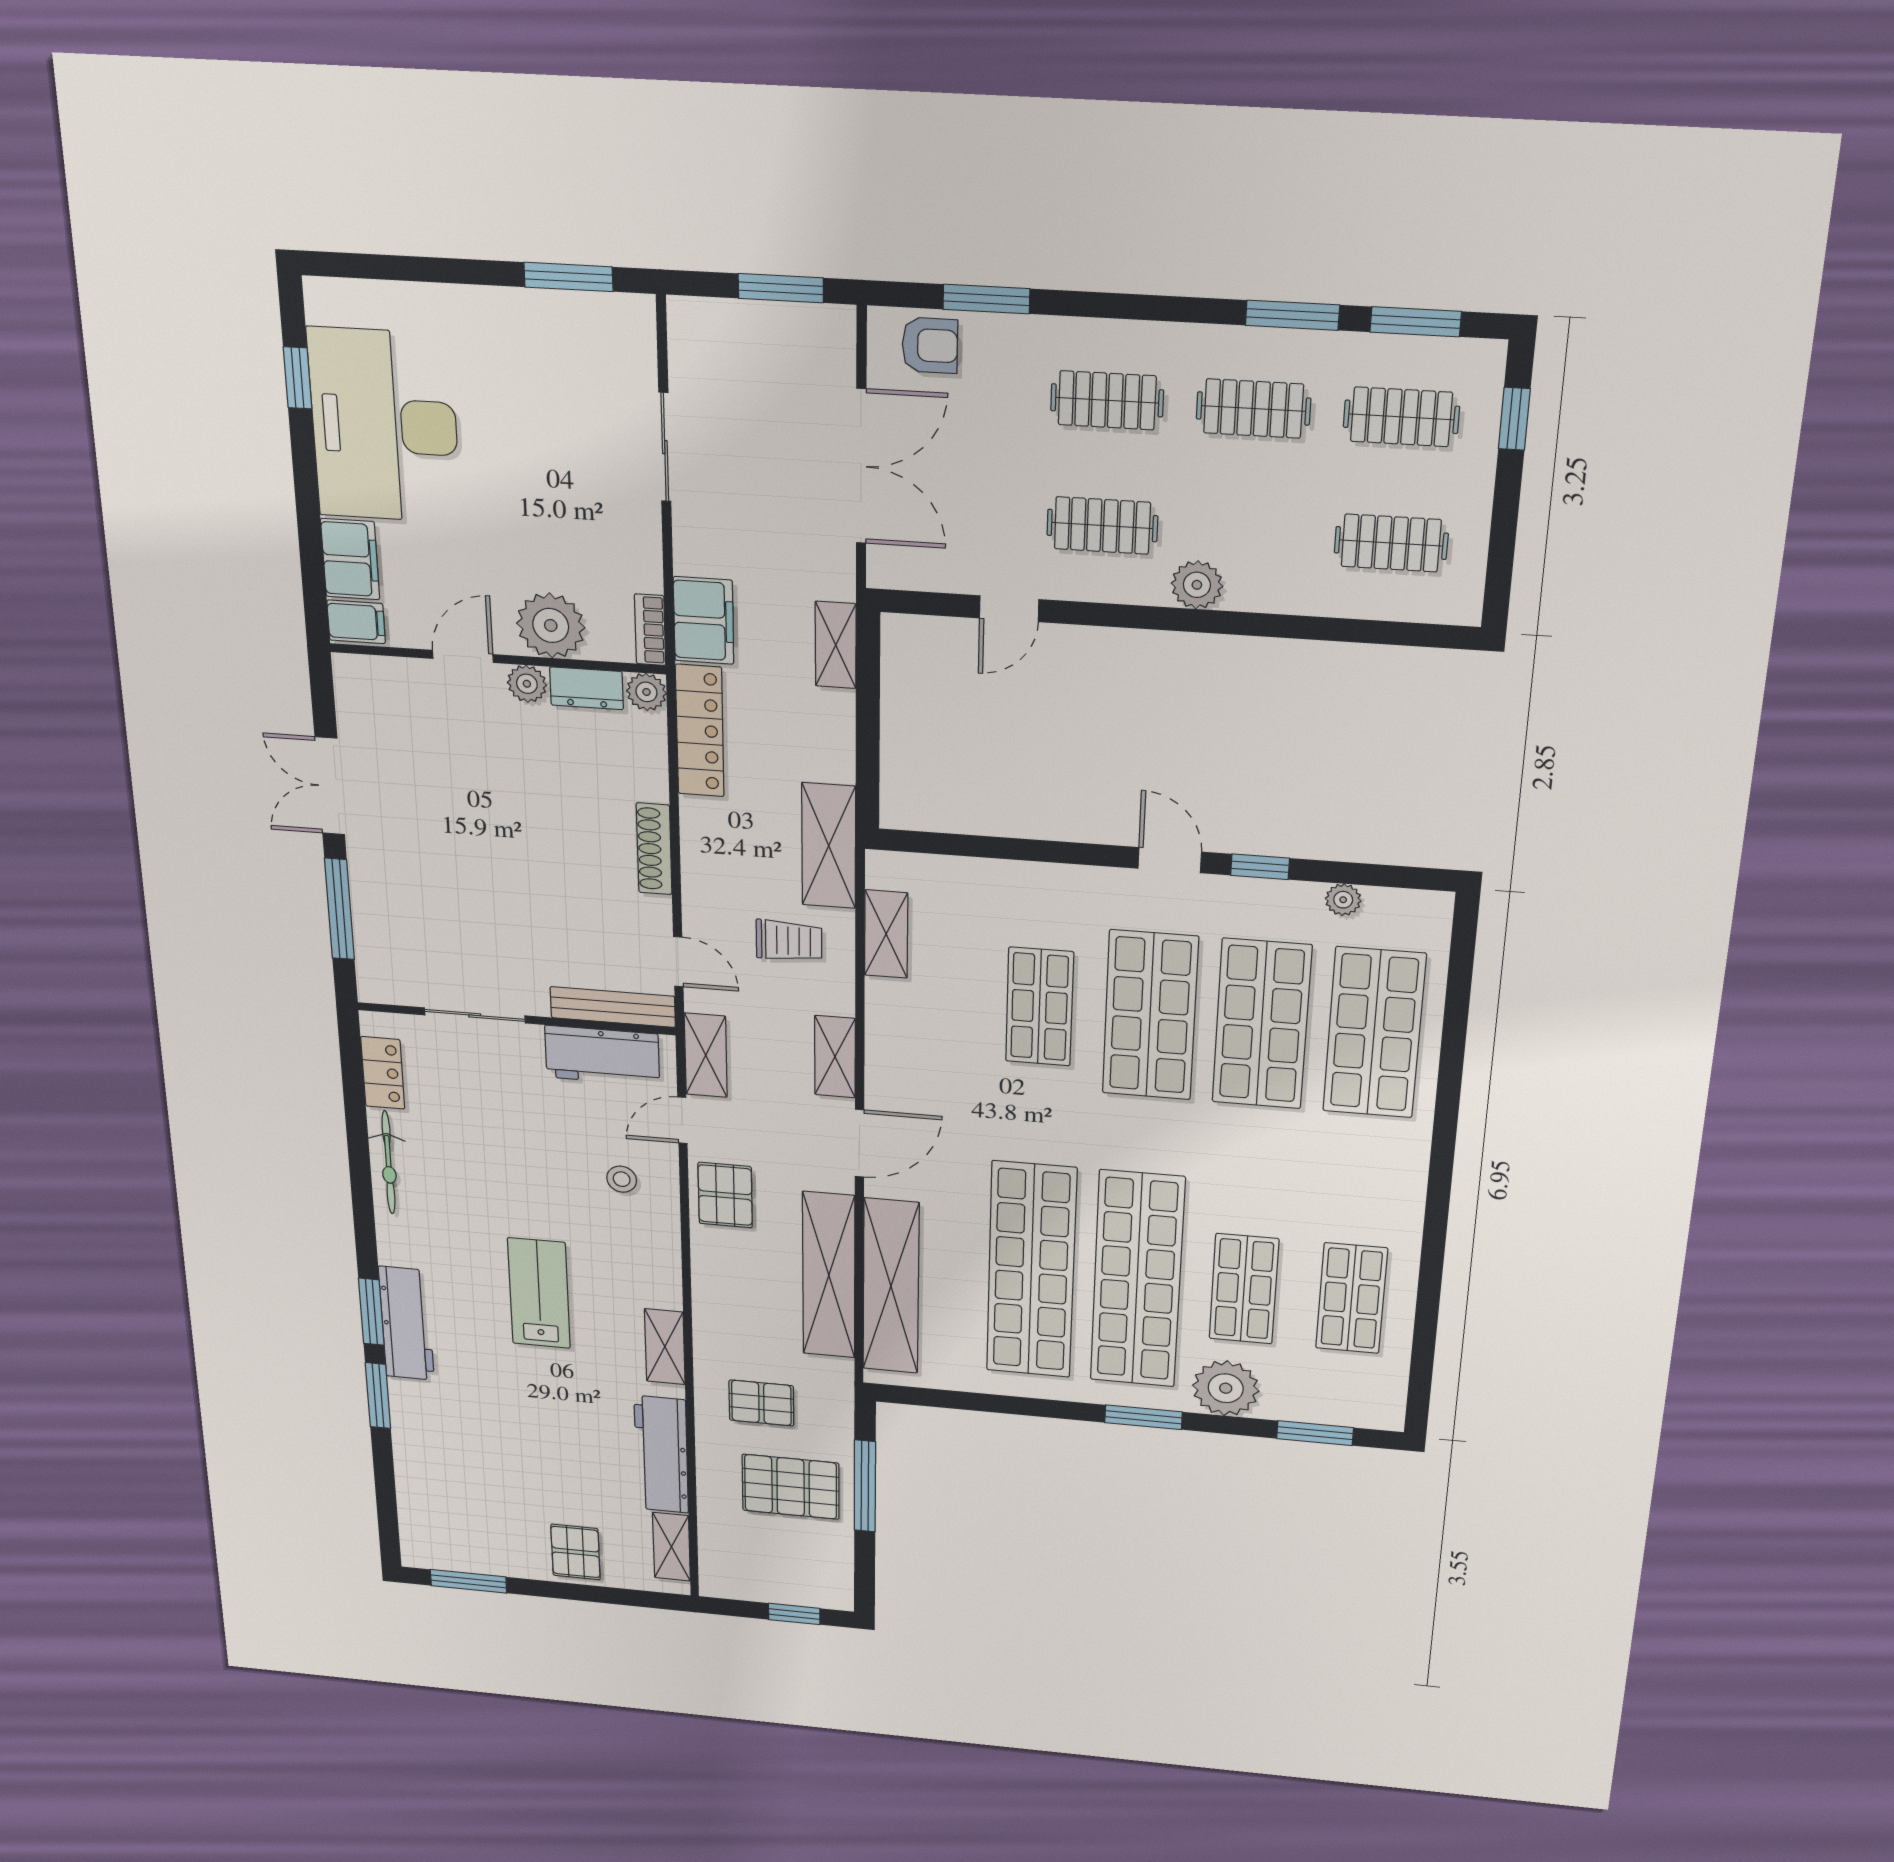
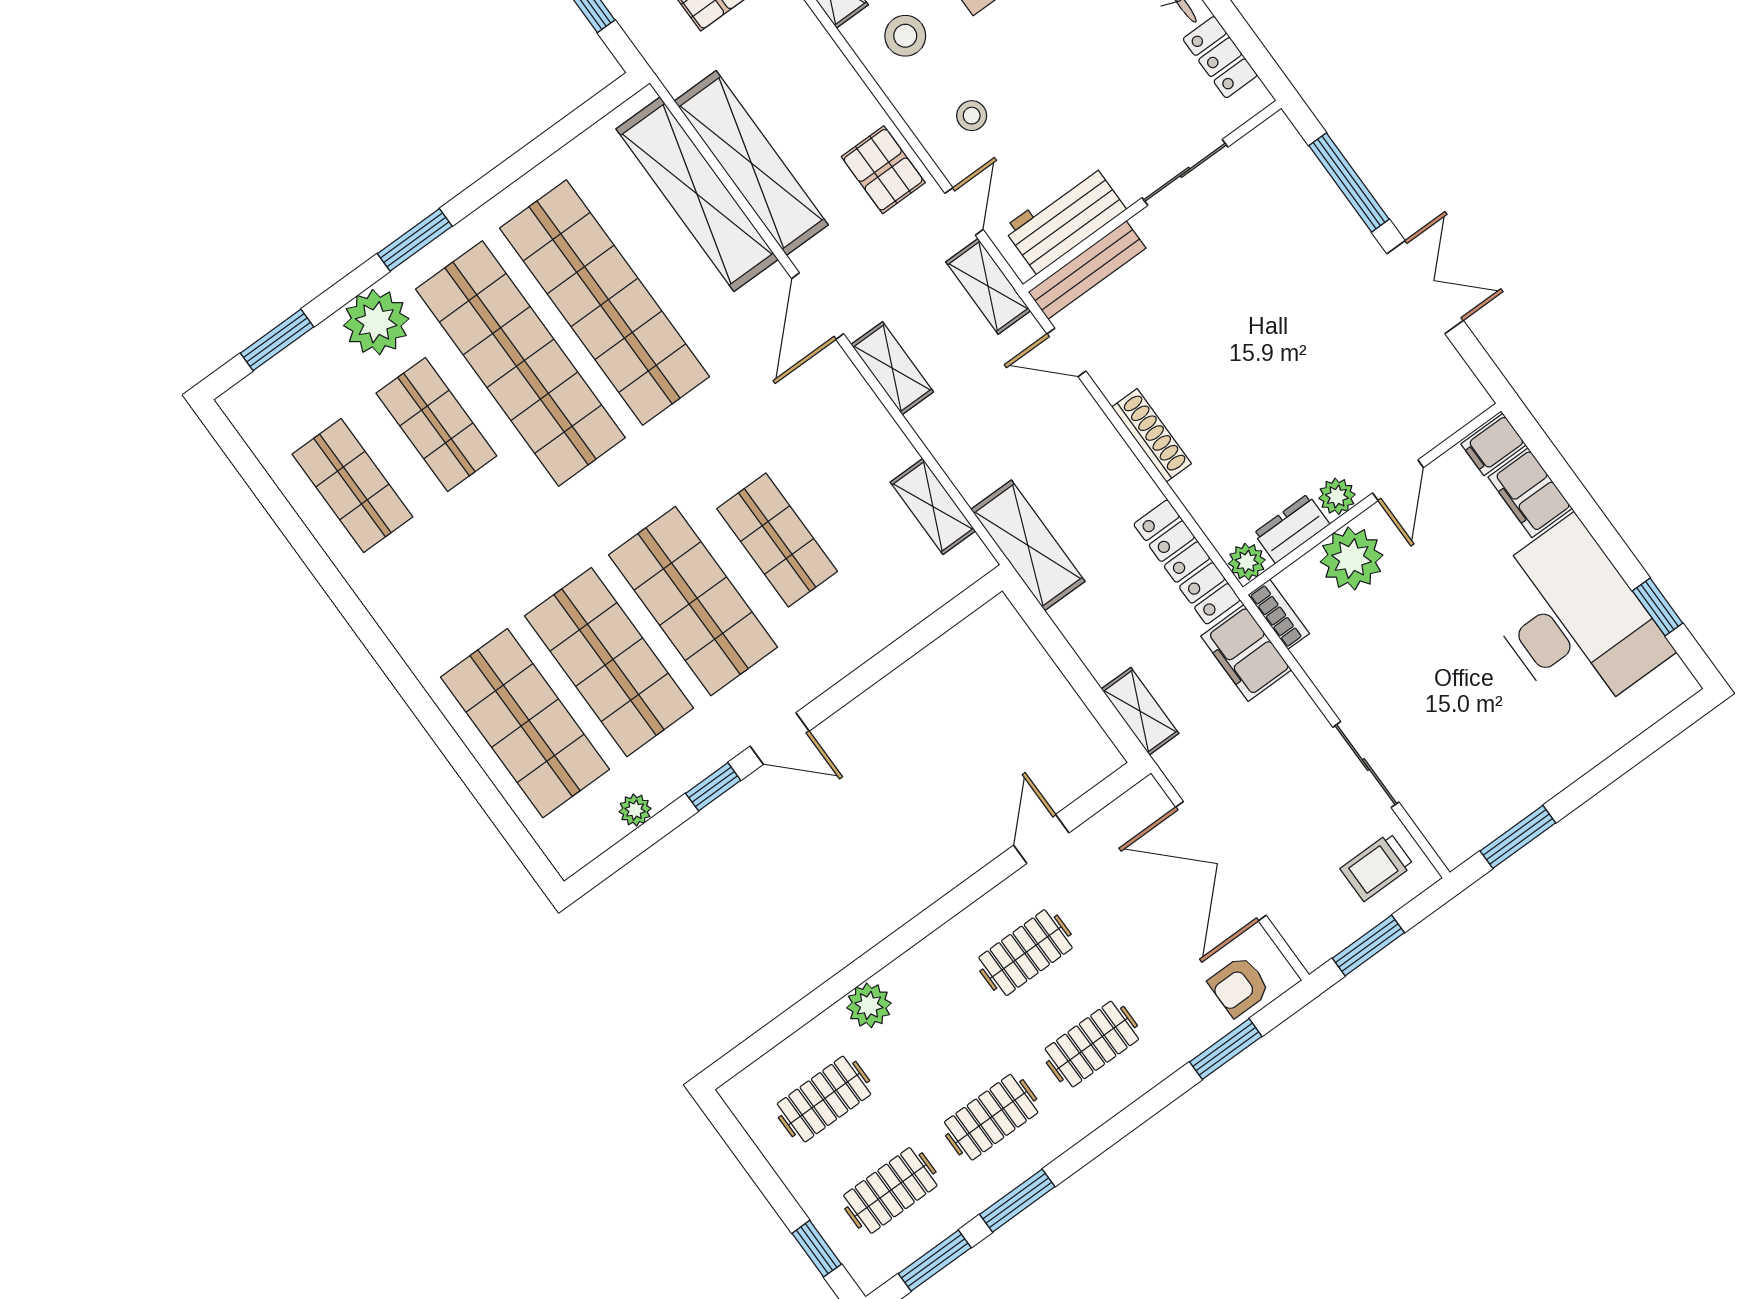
plant: (1197, 585) -> (869, 1005), moved
trolley: (789, 941) -> (1377, 867), moved
stool: (632, 1268) -> (905, 36), added

